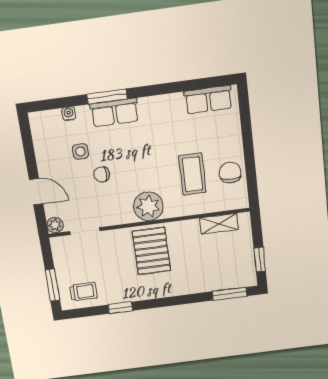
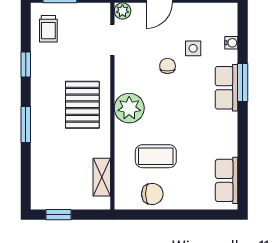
pallet: (151, 251) -> (82, 105), turned 90
window: (229, 294) -> (26, 125), moved

